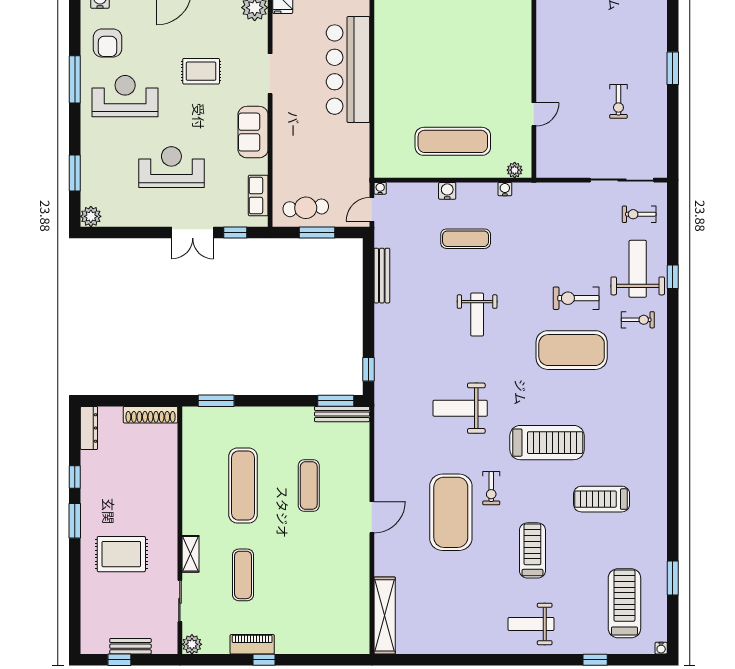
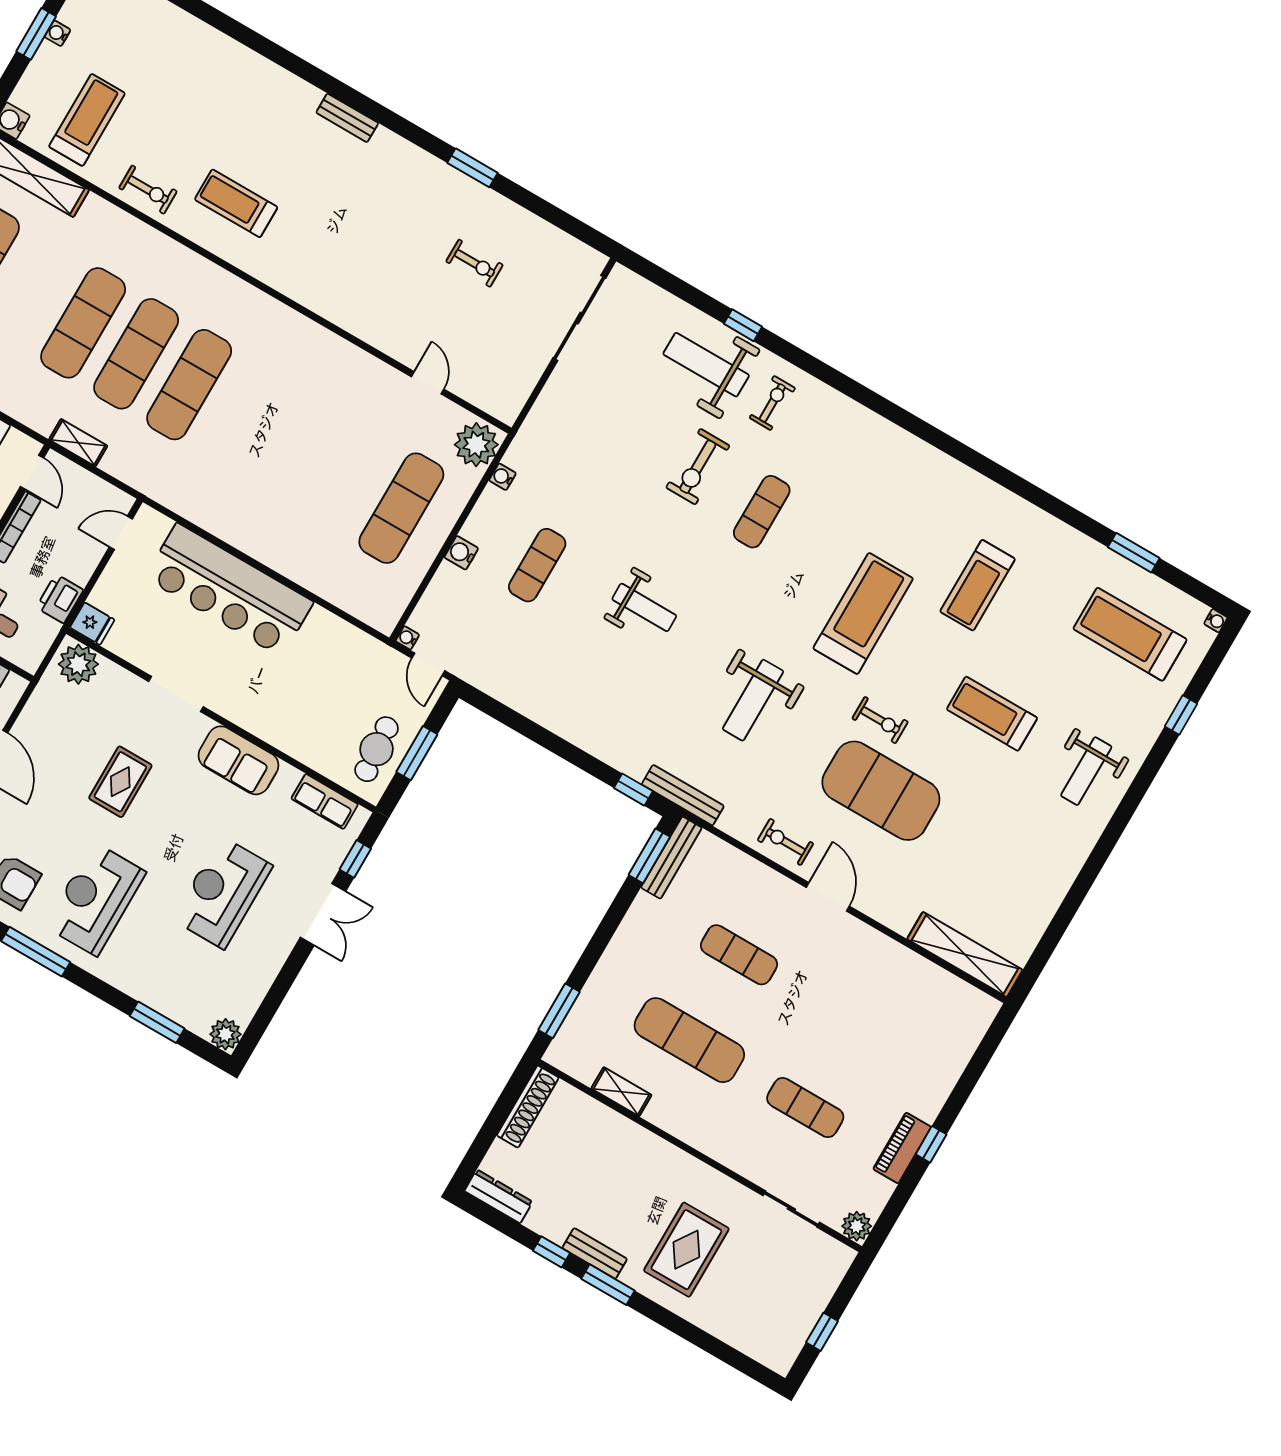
plant: (515, 170) -> (476, 445), width x1.88, depth x1.88
exercise bike: (639, 214) -> (785, 842), moved, turned 90
bench: (382, 276) -> (683, 795), moved
exercise mat: (572, 350) -> (762, 512), width x0.50, depth x0.69
shelving: (190, 554) -> (621, 1092), moved
bench: (130, 646) -> (595, 1253), moved, turned 90

